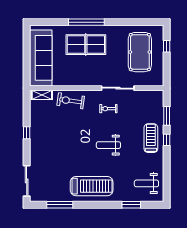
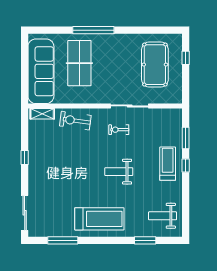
table tennis table: (86, 45) -> (79, 63), moved, turned 90

